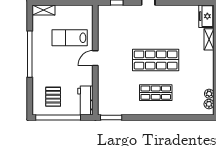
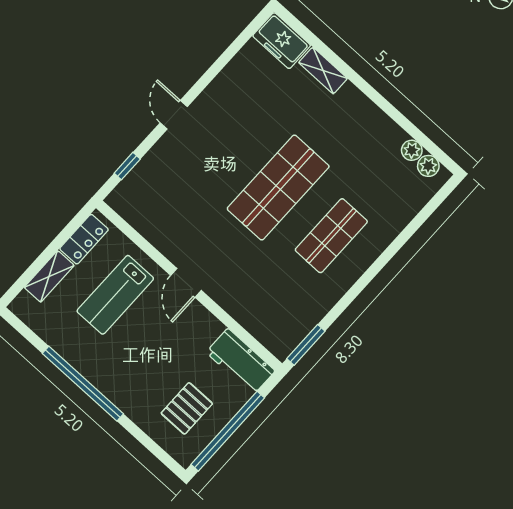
shelving: (43, 10) -> (49, 276), moved
locker: (79, 10) -> (84, 239), added
pallet: (53, 97) -> (187, 408), turned 90

